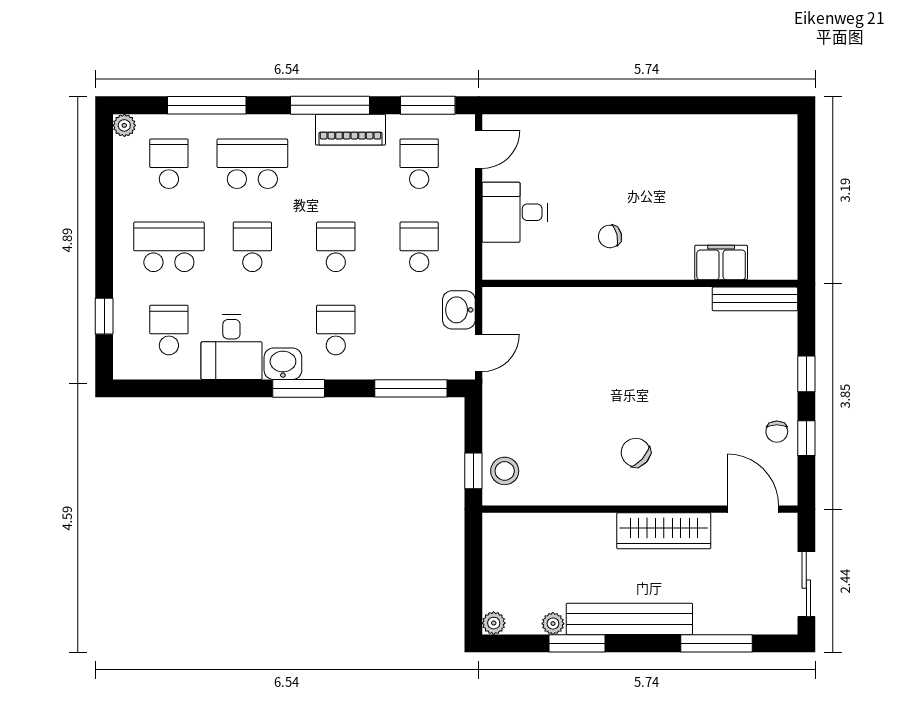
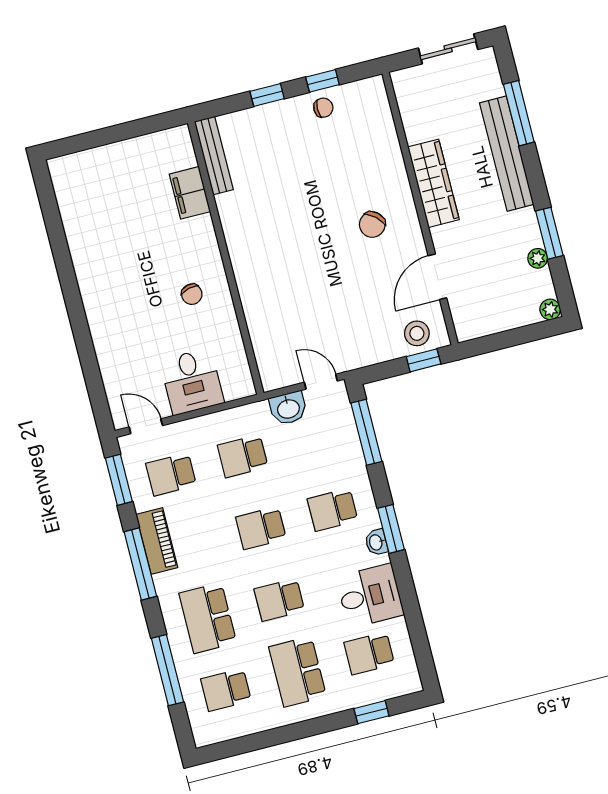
plant: (124, 125) -> (203, 737), removed
washbasin: (283, 364) -> (376, 542), width x0.72, depth x0.69
door: (753, 509) -> (437, 277), moved
bench: (629, 619) -> (507, 154), moved

